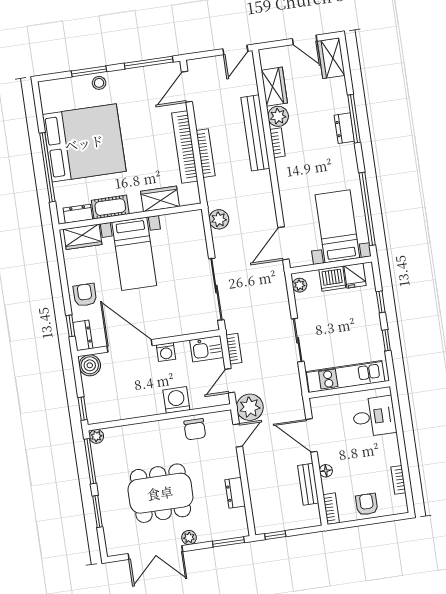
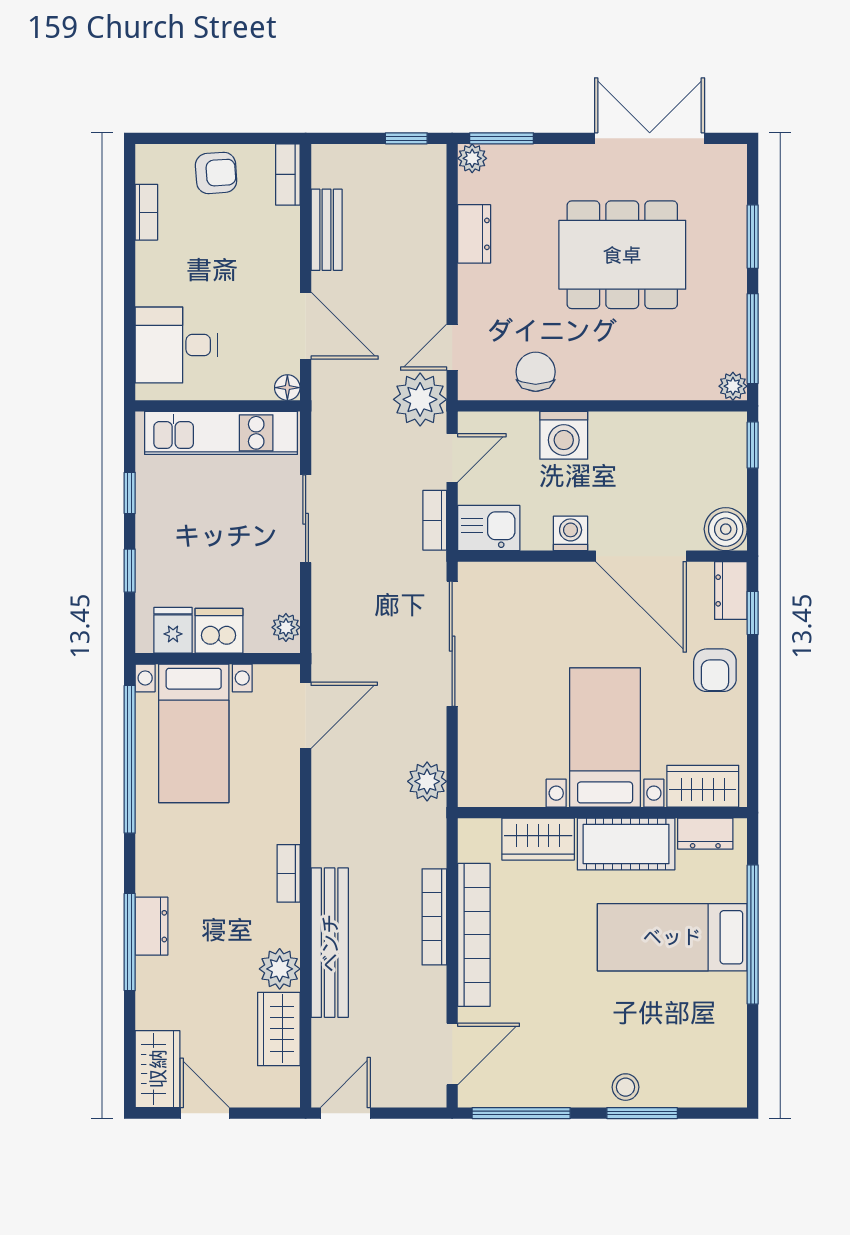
bed: (84, 143) -> (672, 937), width x0.49
bookcase: (277, 143) -> (289, 873), moved
cot: (110, 207) -> (626, 844), width x1.37, depth x1.34
floor lamp: (326, 471) -> (287, 388), moved
armchair: (367, 504) -> (216, 173), turned -94
plant: (189, 538) -> (472, 158), moved

